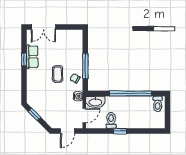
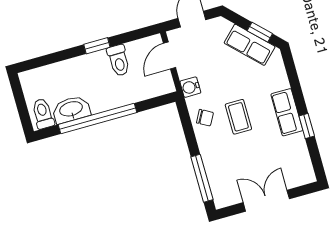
double door: (43, 27) -> (266, 201), moved
row of seats: (32, 57) -> (287, 112), moved
window: (85, 66) -> (202, 178), moved
washbasin: (95, 102) -> (71, 109), moved
row of seats: (42, 109) -> (250, 45), added

